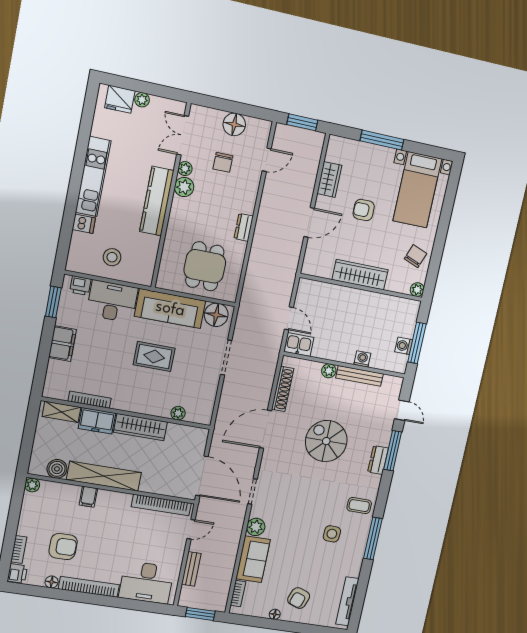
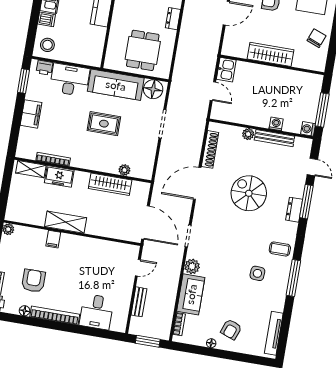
stool: (112, 257) -> (47, 45), moved
plant: (417, 290) -> (320, 66), removed
kitchen sink: (299, 345) -> (226, 70), moved, turned 90
washing machine: (404, 346) -> (308, 129), moved
wardrobe: (140, 427) -> (110, 184), moved
boiler: (57, 469) -> (28, 216), removed
shelving: (104, 476) -> (66, 222), width x0.68
bookcase: (161, 505) -> (113, 247), removed
armchair: (63, 546) -> (33, 281), turned -90
desk: (147, 582) -> (97, 312), width x0.73

